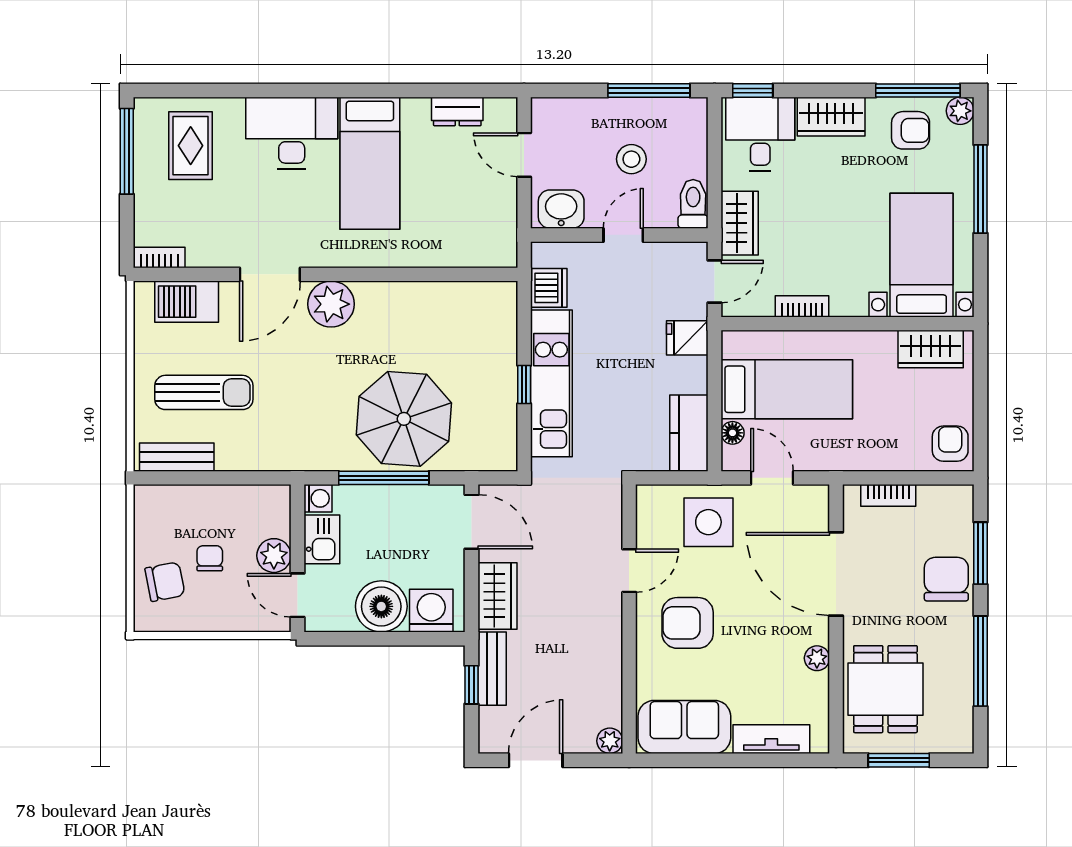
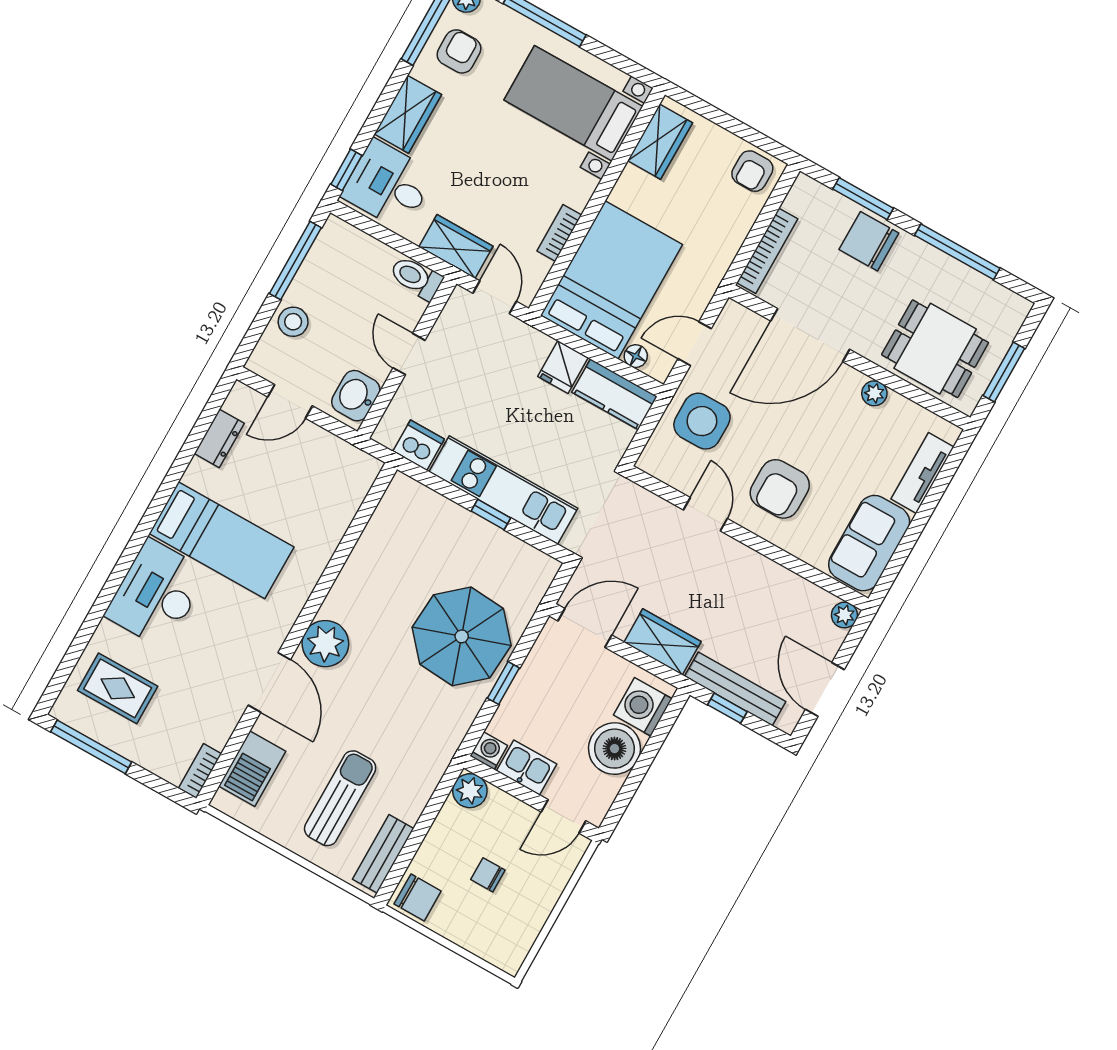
stool: (631, 159) -> (293, 322), moved
fridge: (687, 338) -> (563, 367), moved
bed: (787, 389) -> (611, 280), width x1.50
armchair: (950, 444) -> (752, 171), turned -90
window: (384, 478) -> (503, 683), width x0.46
bookcase: (888, 495) -> (767, 251), width x1.56
plant: (274, 556) -> (470, 791), moved
chair: (165, 582) -> (418, 897), moved, turned 101
bench: (492, 669) -> (735, 689), width x1.36

